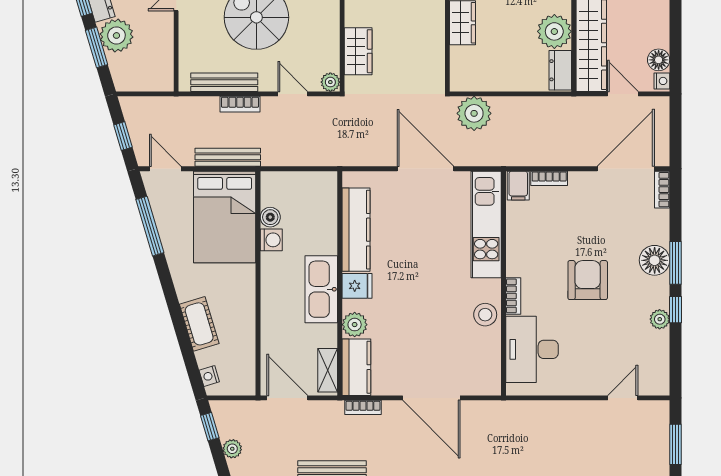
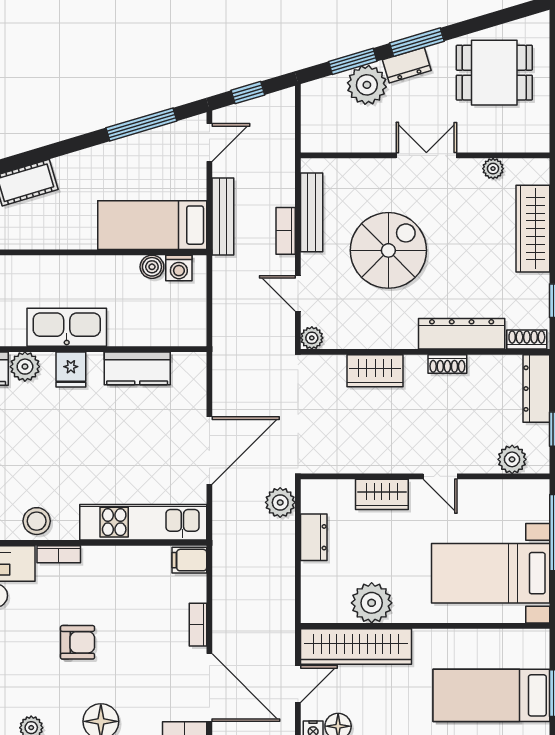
wardrobe: (358, 51) -> (375, 371), moved
dresser: (560, 70) -> (314, 537), moved, turned 90
door: (293, 94) -> (298, 293), swing flipped
plant: (474, 113) -> (280, 502), width x0.73, depth x0.73
bookcase: (549, 178) -> (198, 625), moved
bed: (225, 217) -> (152, 225), width x0.67
kitchen counter: (356, 230) -> (137, 368), width x0.67
washing machine: (271, 240) -> (179, 268), moved
armchair: (588, 280) -> (78, 642), width x0.72, depth x0.72

